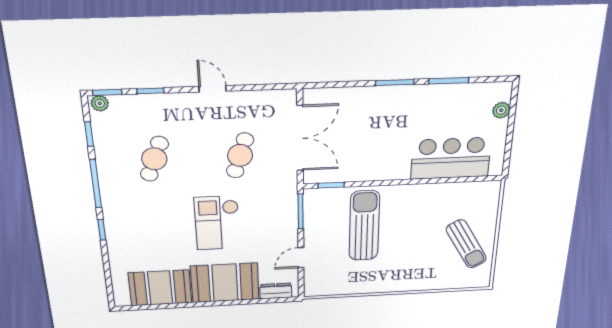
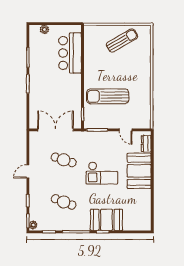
booth: (160, 288) -> (107, 220), moved, turned 90

